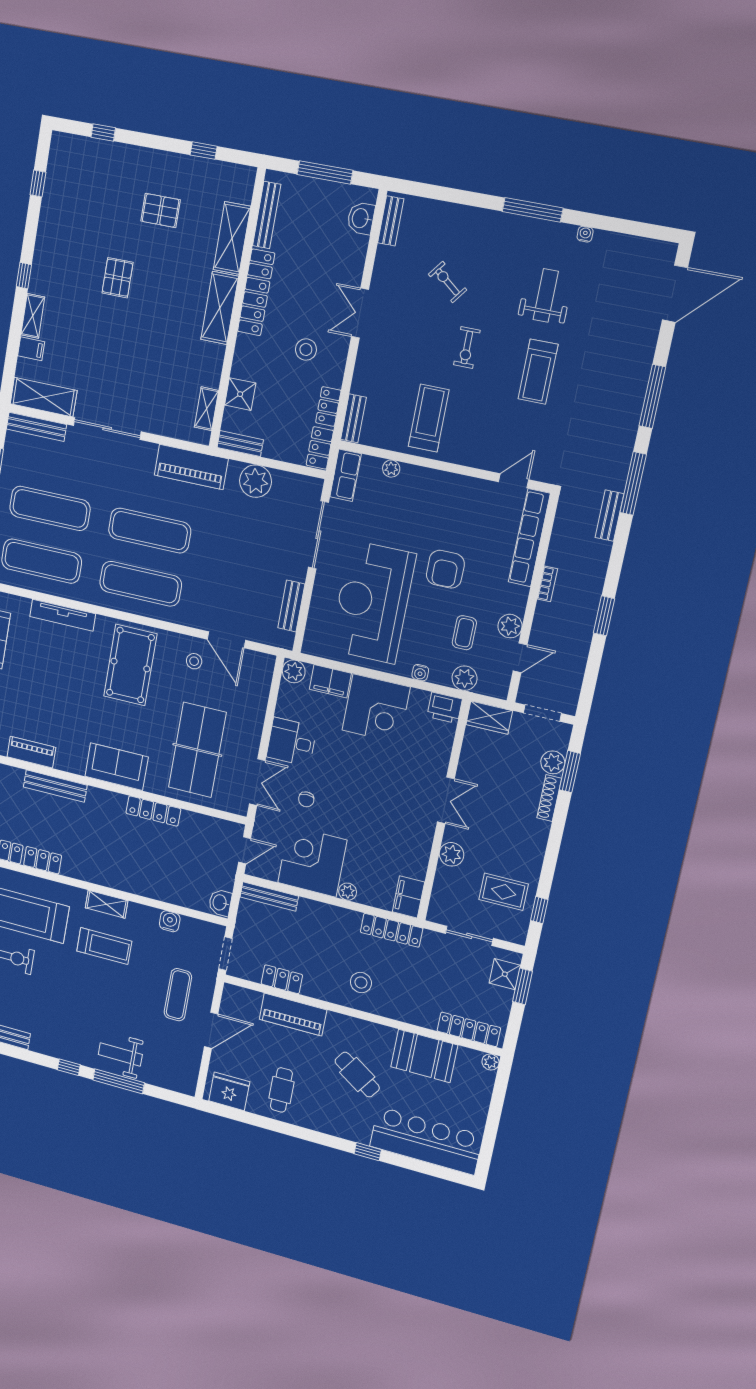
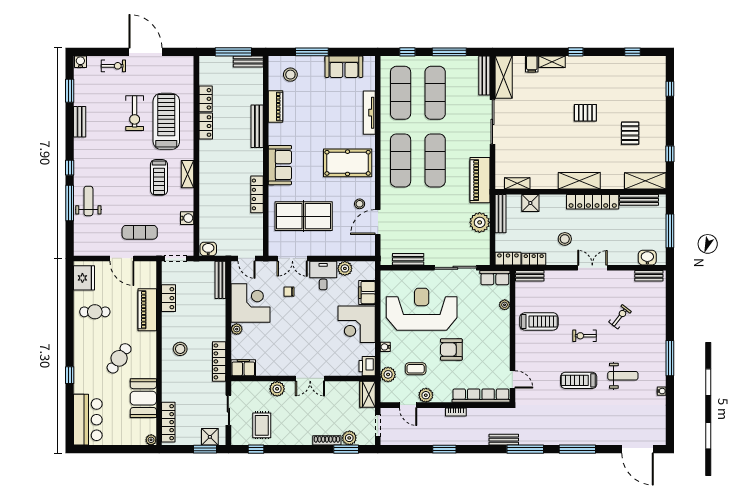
shelving: (232, 238) -> (645, 181), moved
bench: (240, 444) -> (501, 214), width x1.36
plant: (294, 671) -> (345, 268), moved
bar counter: (426, 1141) -> (88, 420), width x0.73

